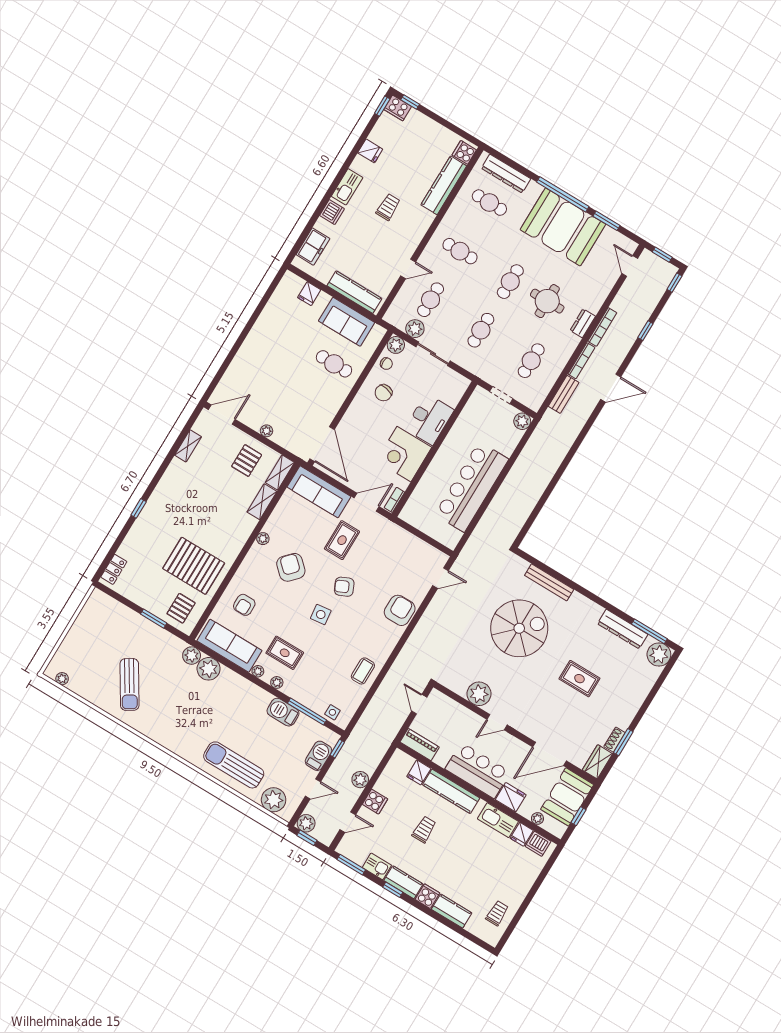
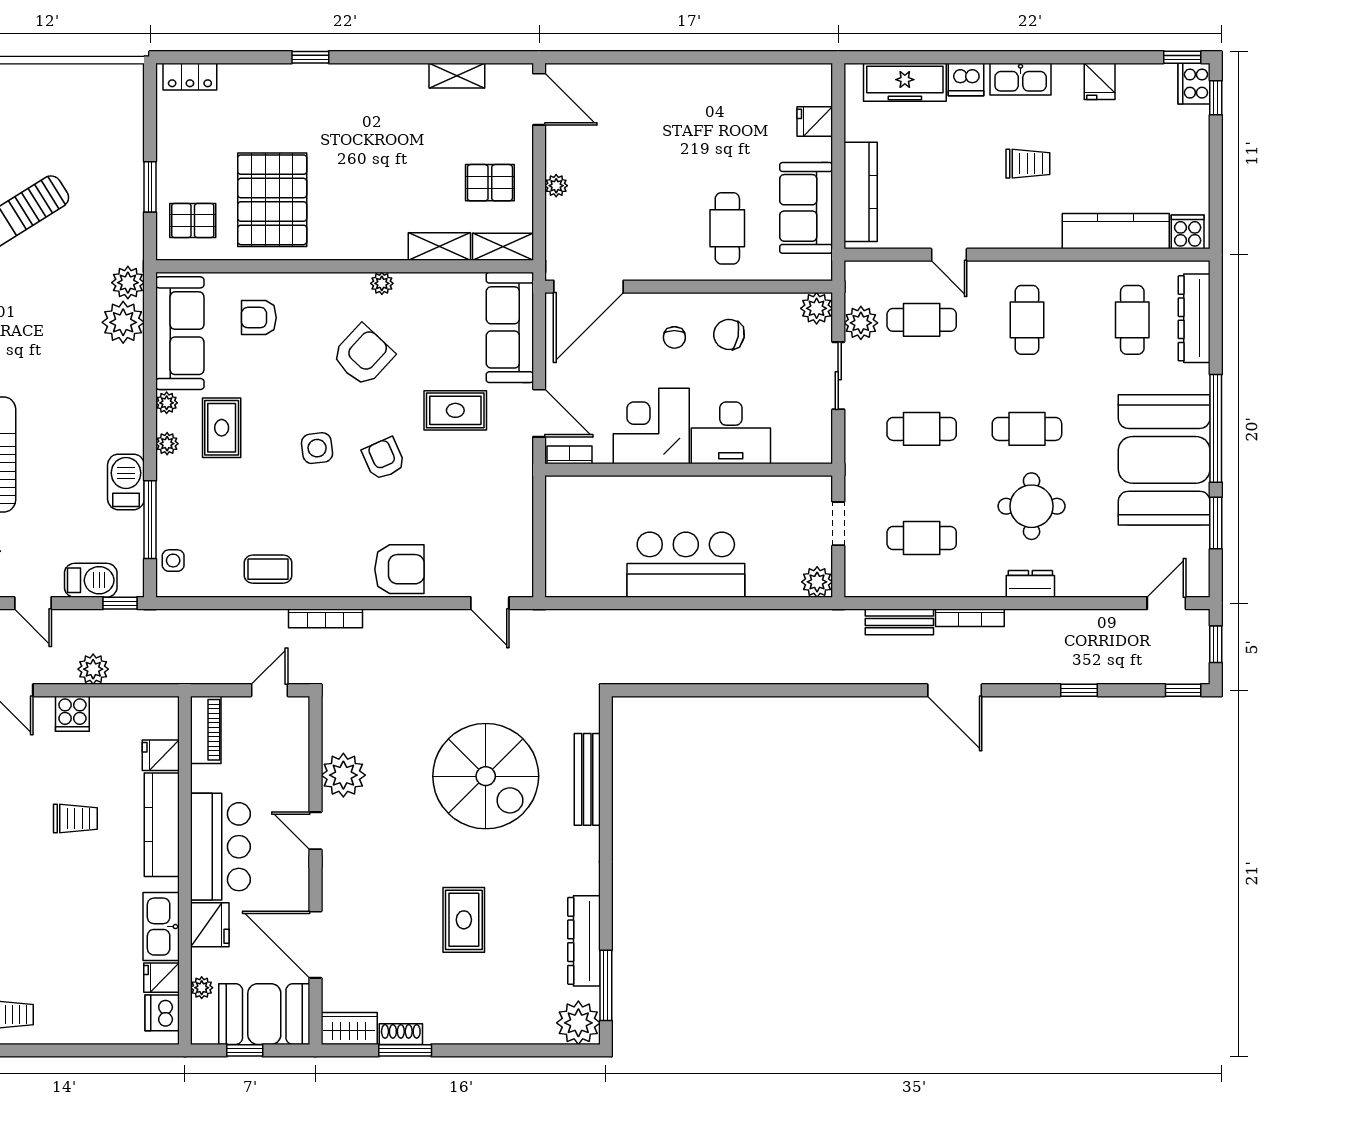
freezer: (313, 247) -> (905, 82), width x1.40
bookcase: (602, 327) -> (325, 618), moved
chair: (386, 364) -> (674, 337), moved
bar counter: (472, 487) -> (686, 565), width x0.73

